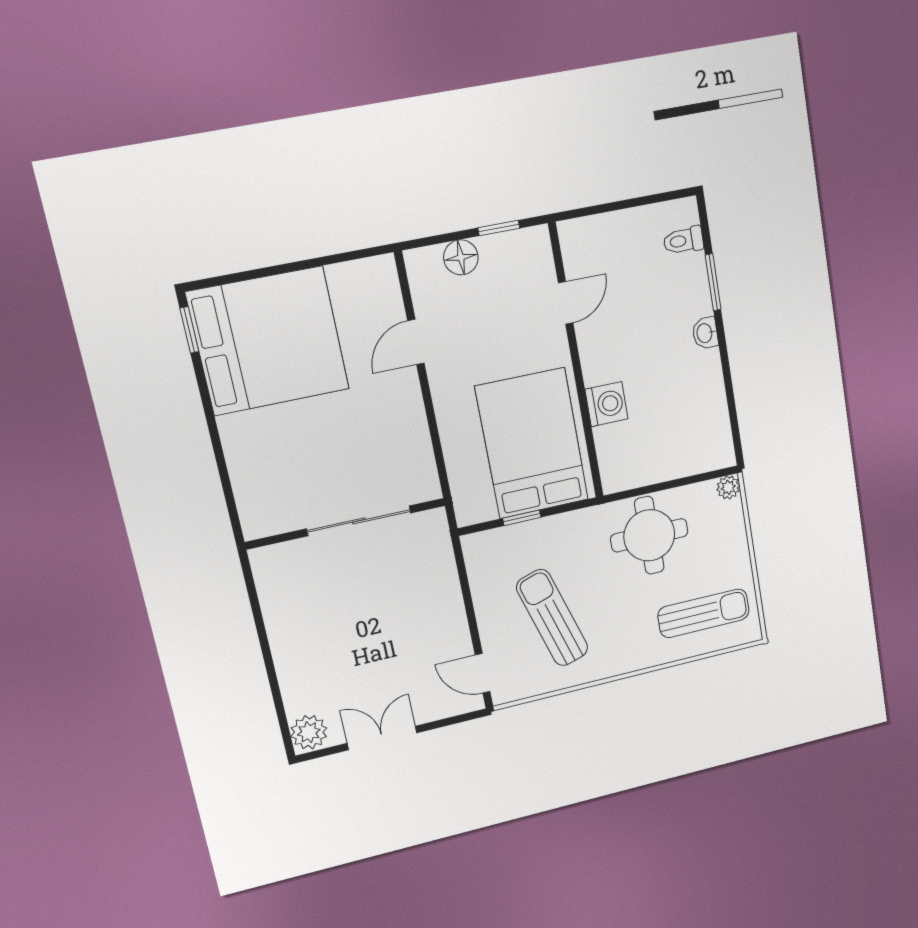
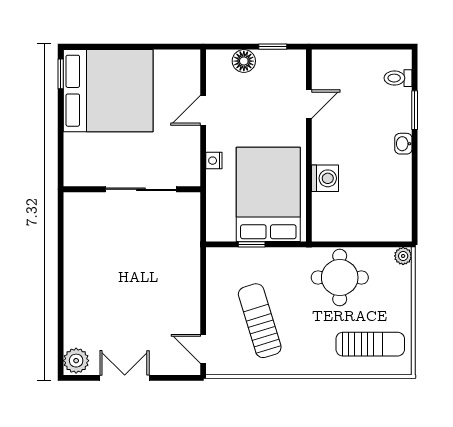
nightstand: (446, 412) -> (214, 161), added
sliding door: (359, 521) -> (141, 189), moved
wall: (346, 524) -> (132, 189), moved

